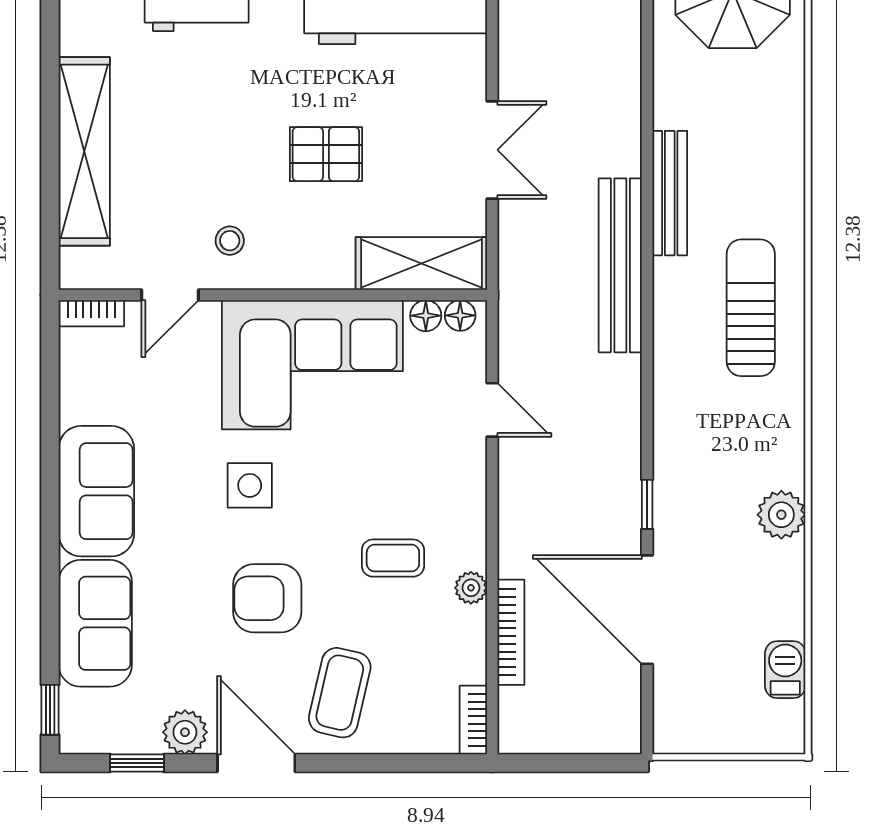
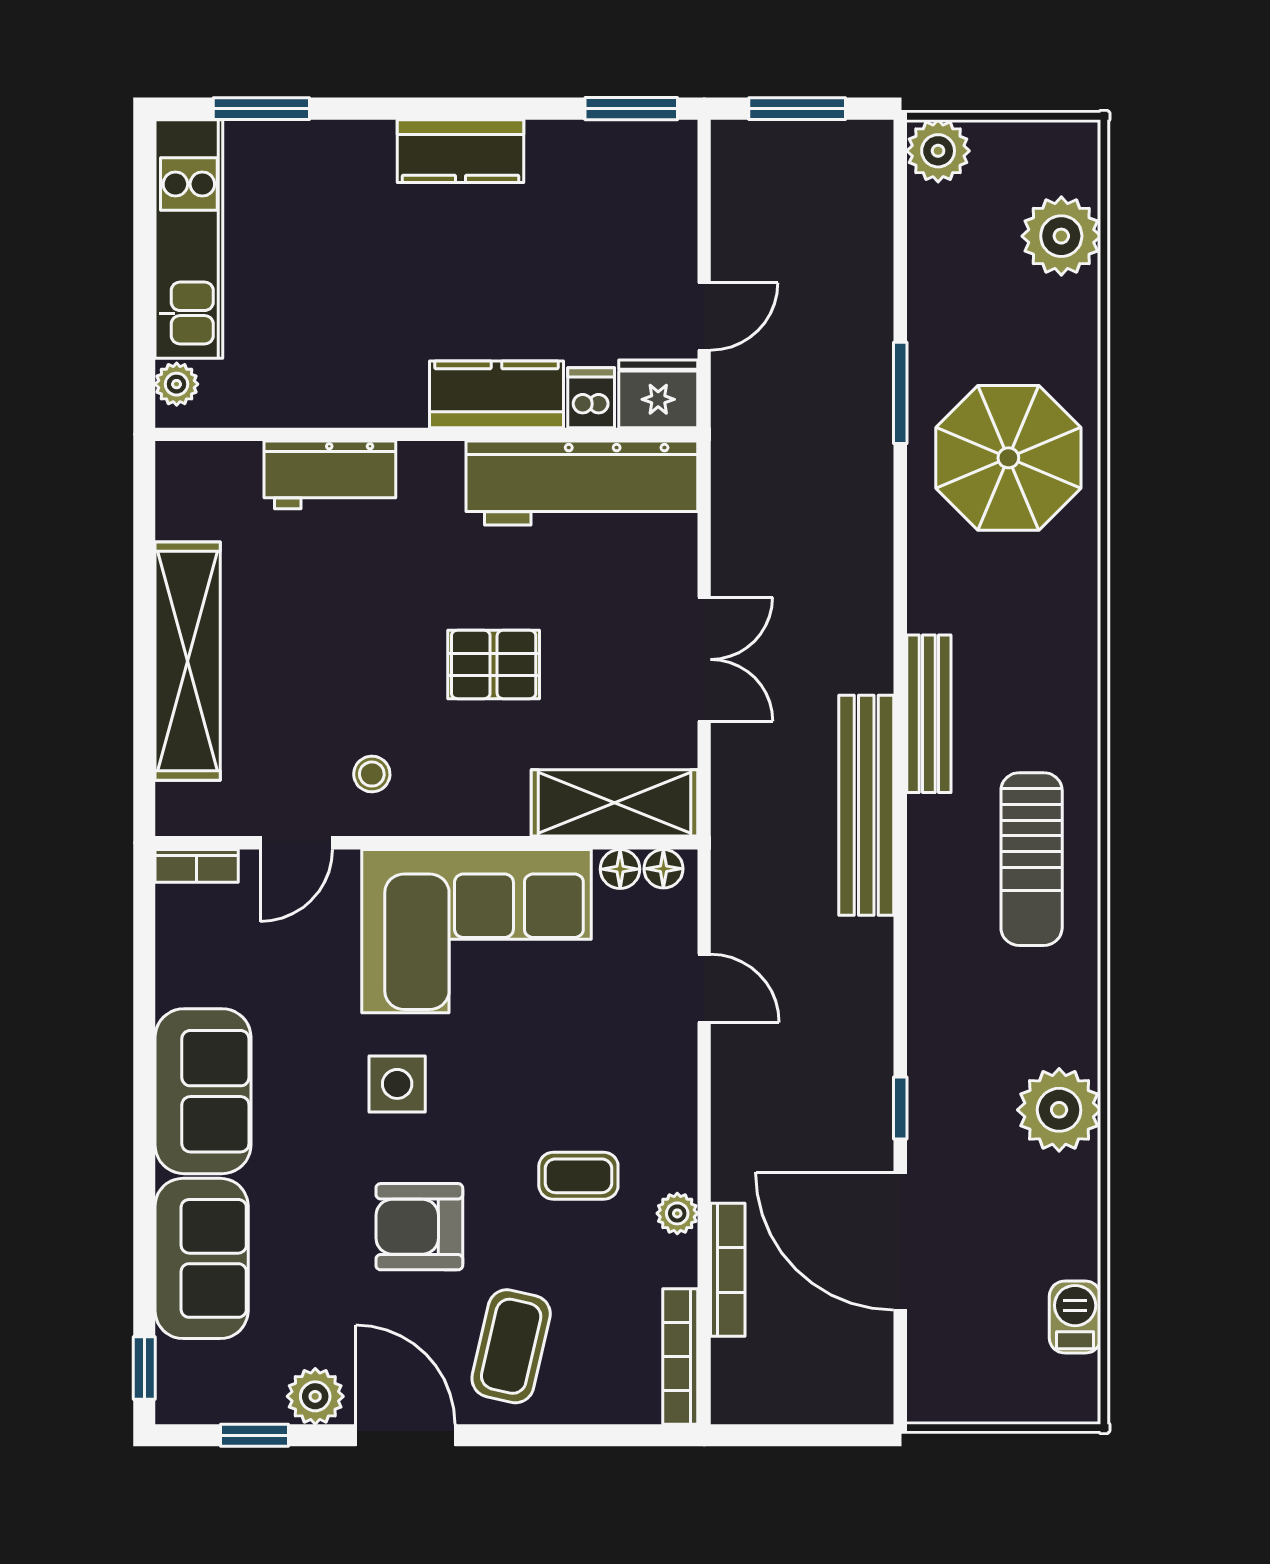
sun lounger: (751, 308) -> (1032, 859), turned 180
plant: (781, 515) -> (1059, 1110), width x1.36, depth x1.36
bookcase: (473, 720) -> (680, 1357), width x1.56

